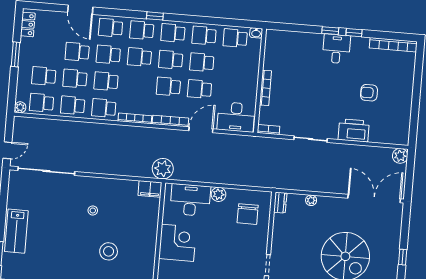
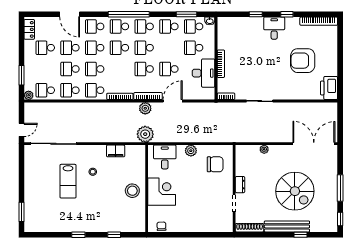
window: (155, 16) -> (129, 14), width x3.17
window: (228, 22) -> (187, 14), added
window: (330, 31) -> (256, 14), moved
window: (15, 54) -> (21, 75), moved
school desk: (202, 62) -> (194, 48), moved
school desk: (44, 76) -> (45, 48), moved
armchair: (369, 93) -> (303, 61), width x1.88, depth x1.88
desk: (236, 117) -> (204, 73), moved, turned -90
printer: (354, 130) -> (329, 88), moved, turned -90
plant: (400, 156) -> (145, 108), moved
filing cabinet: (150, 189) -> (116, 151), moved
desk: (190, 200) -> (165, 157), width x0.73
dresser: (280, 203) -> (240, 185), moved
chair: (248, 214) -> (215, 164), turned -90
lab bench: (16, 231) -> (68, 181), moved
stool: (109, 251) -> (132, 191), moved
window: (403, 257) -> (340, 188), width x2.17

